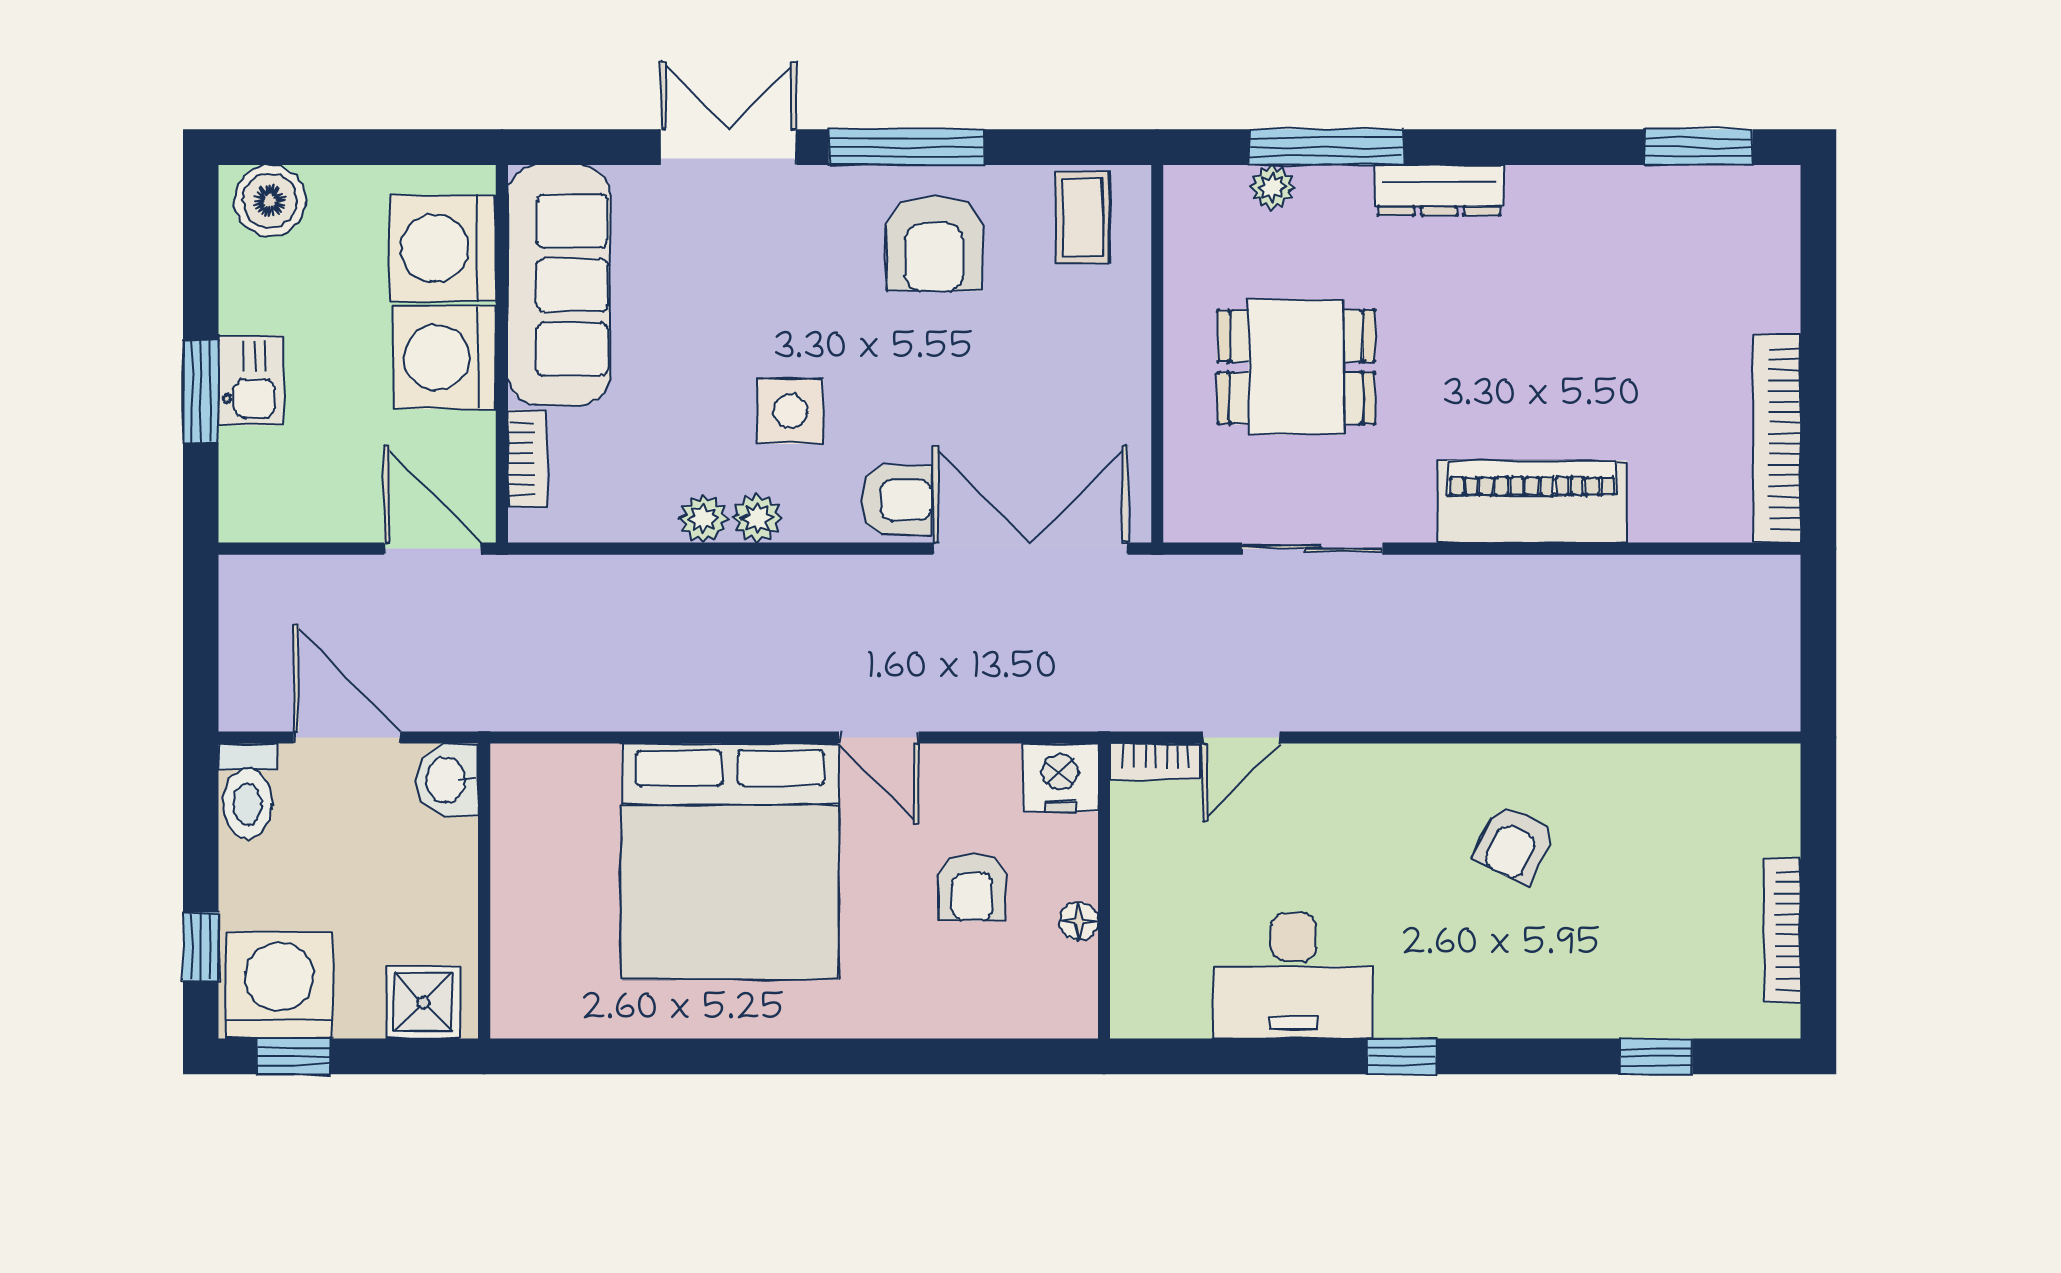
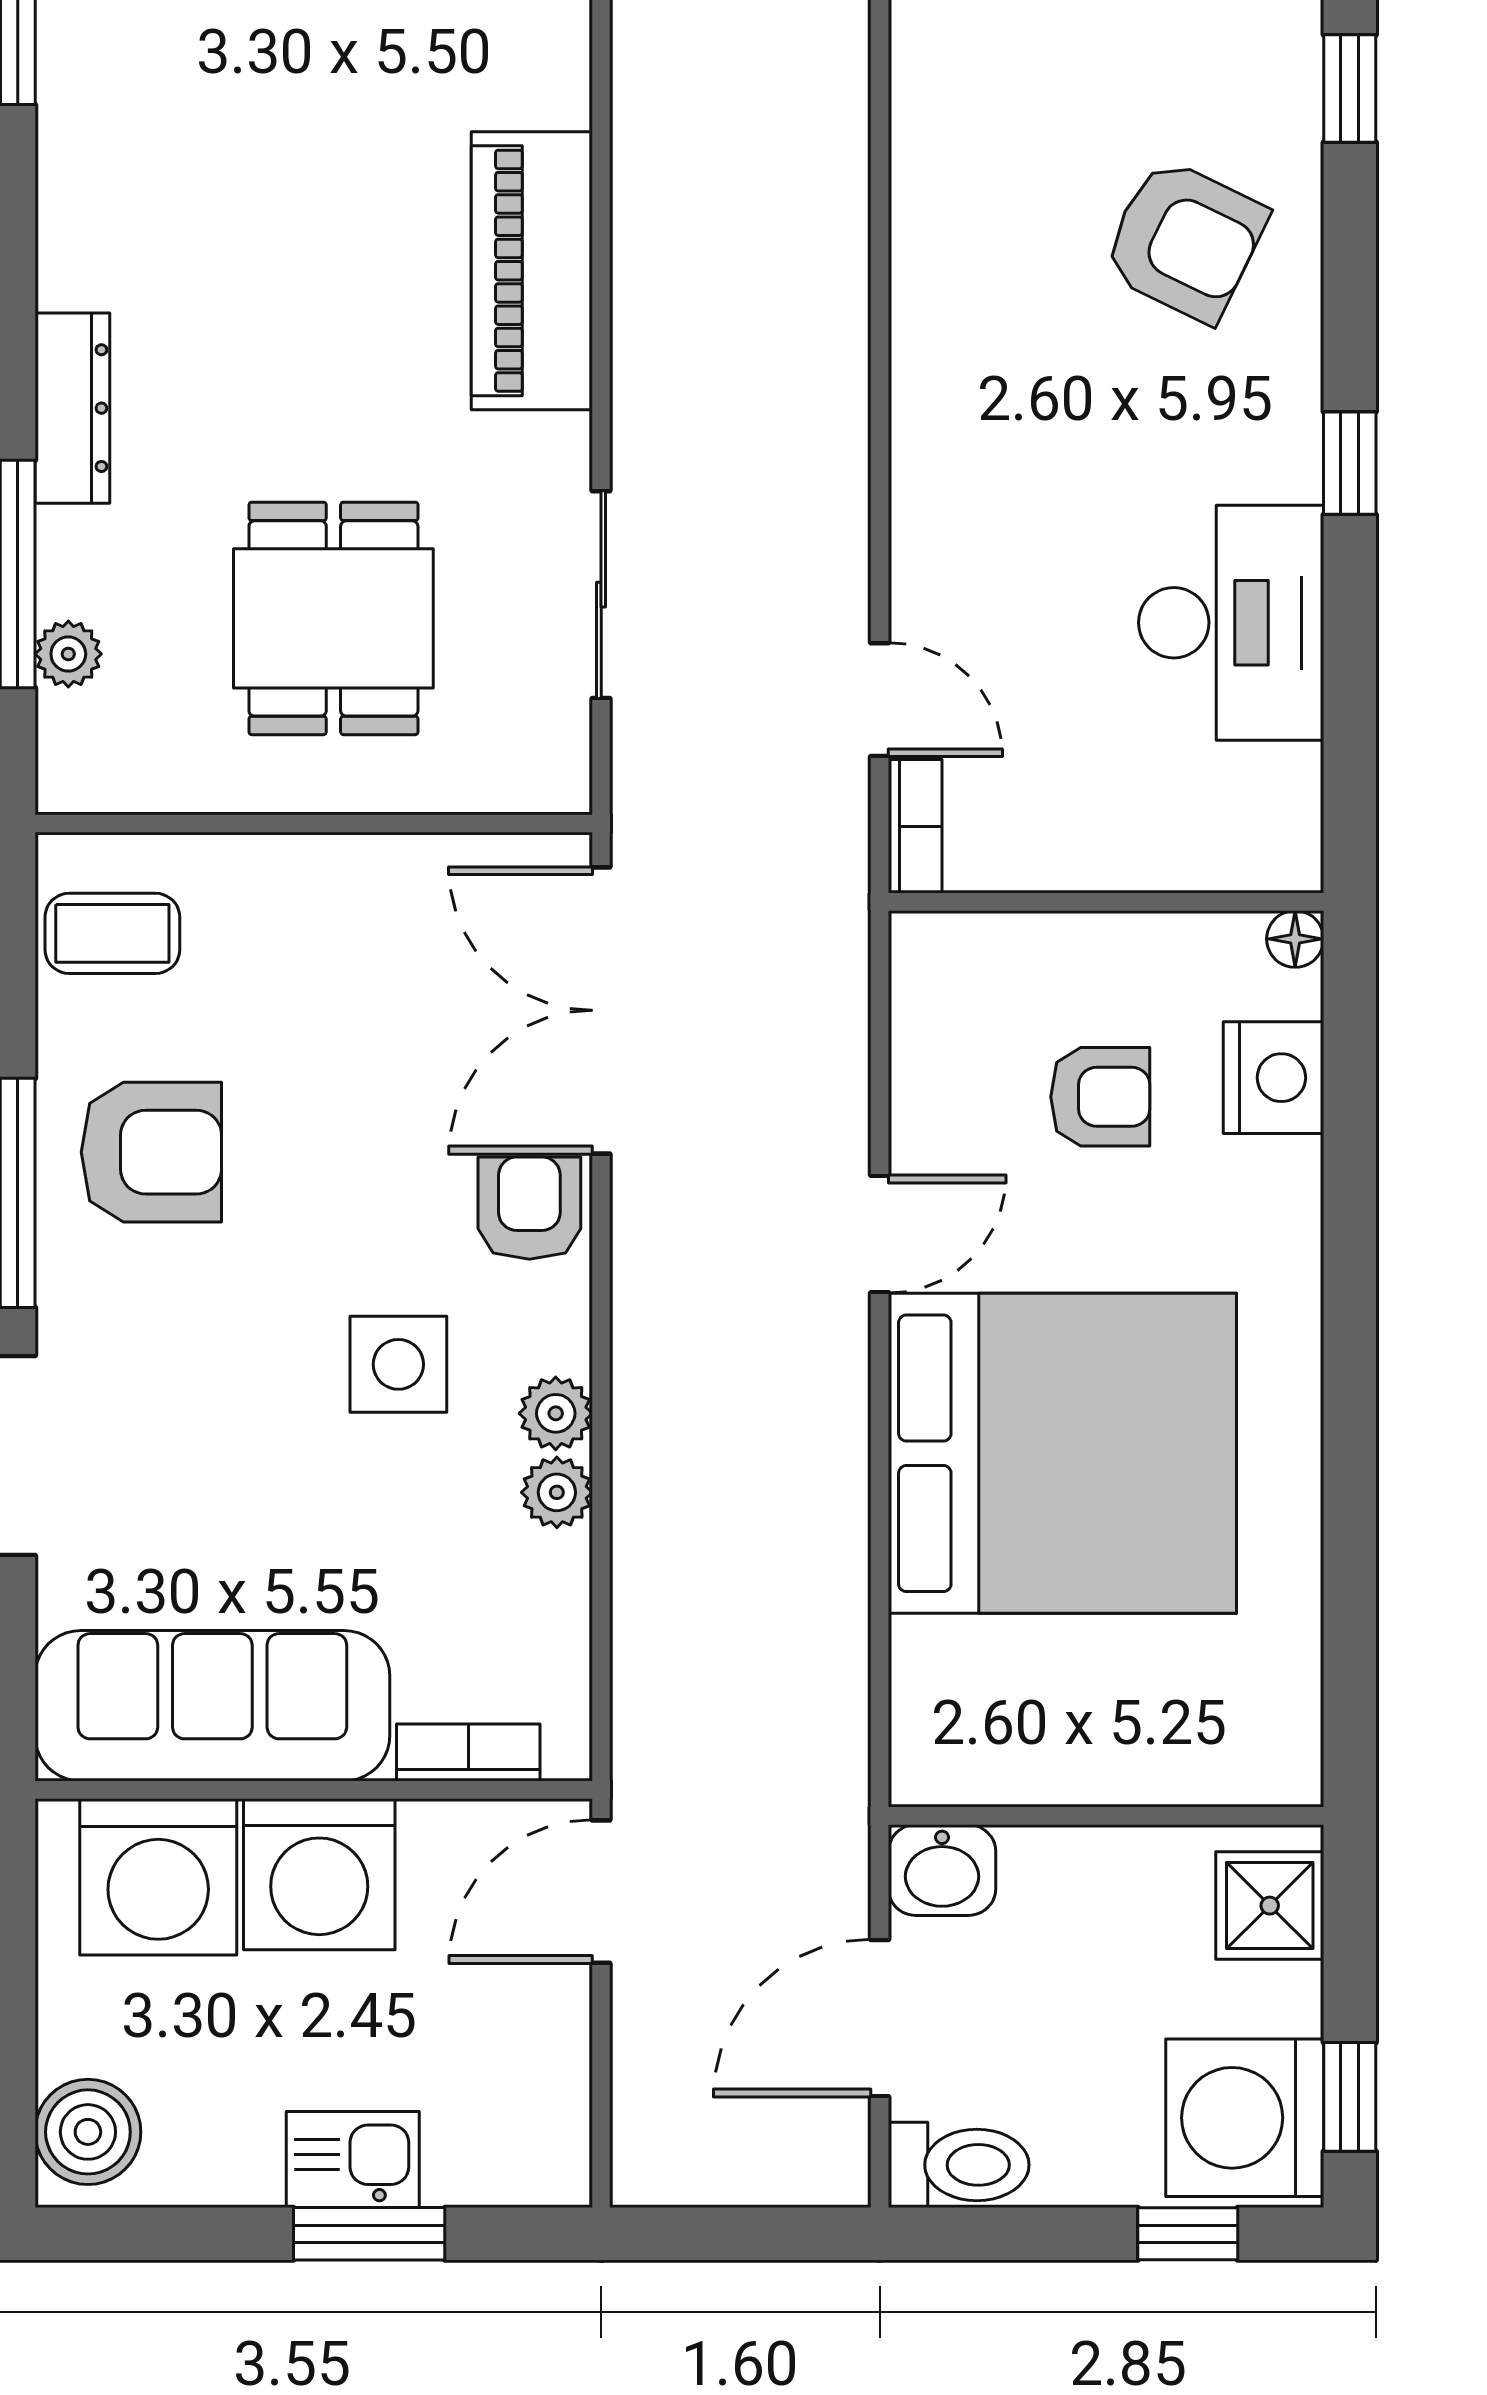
nightstand: (1060, 777) -> (1273, 1078), moved, turned 180
armchair: (1514, 843) -> (1185, 240), moved, width x1.38, depth x1.38
floor lamp: (1079, 921) -> (1295, 939), moved

